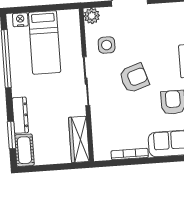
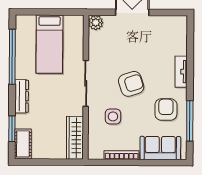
nightstand: (20, 20) -> (28, 21), removed
side table: (107, 45) -> (113, 116), moved
dresser: (20, 115) -> (22, 96), moved

